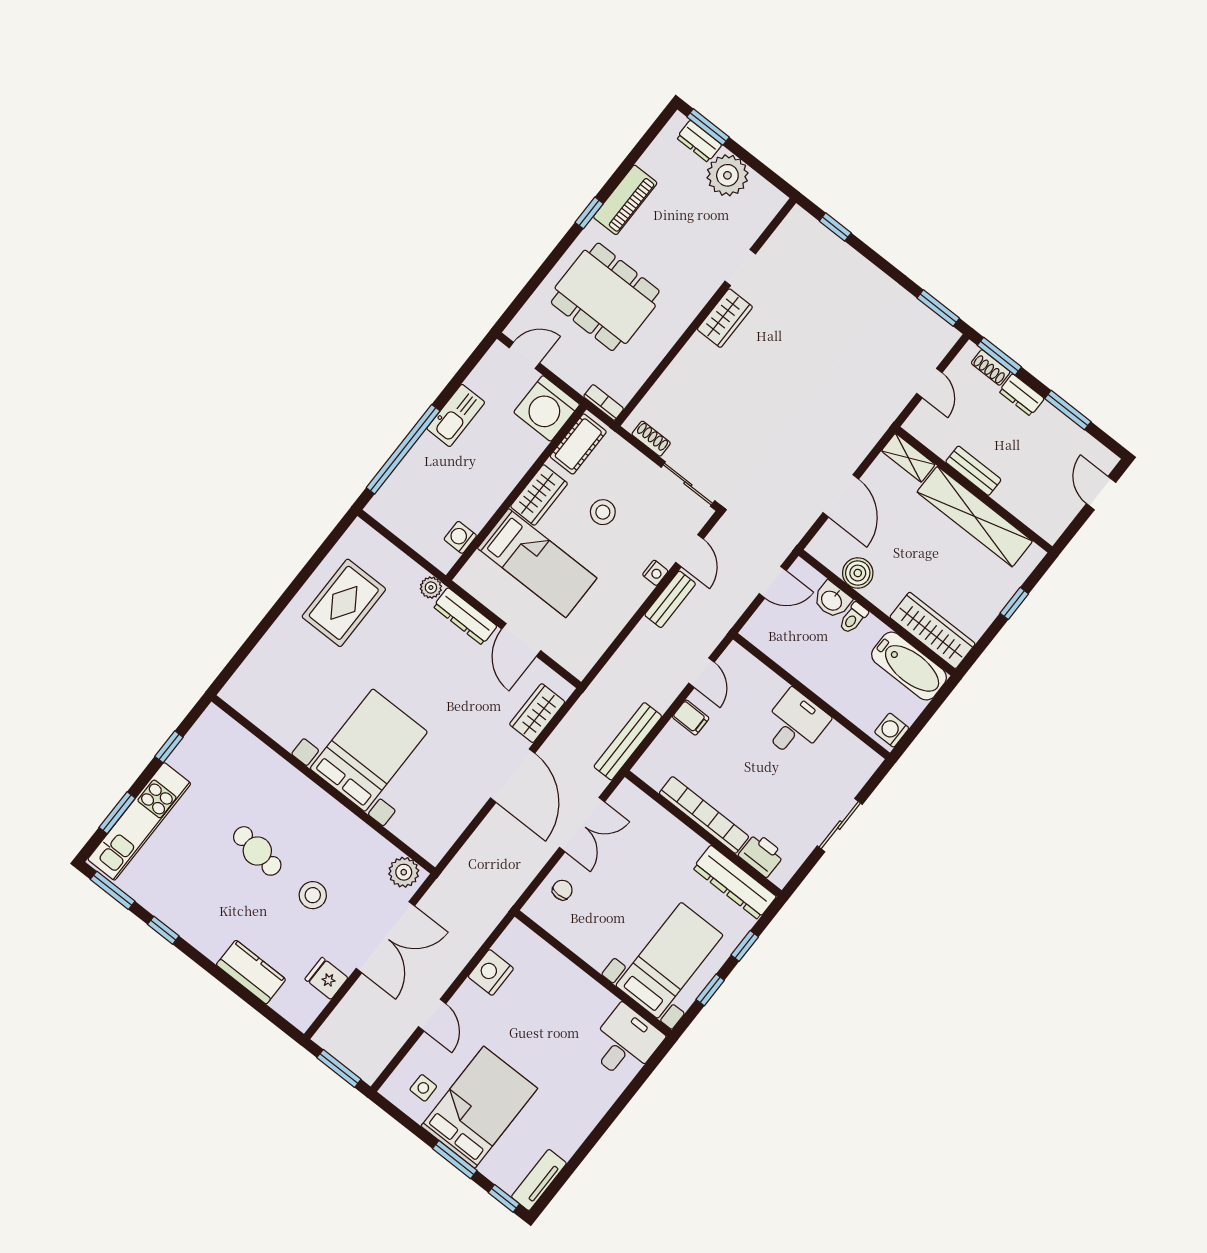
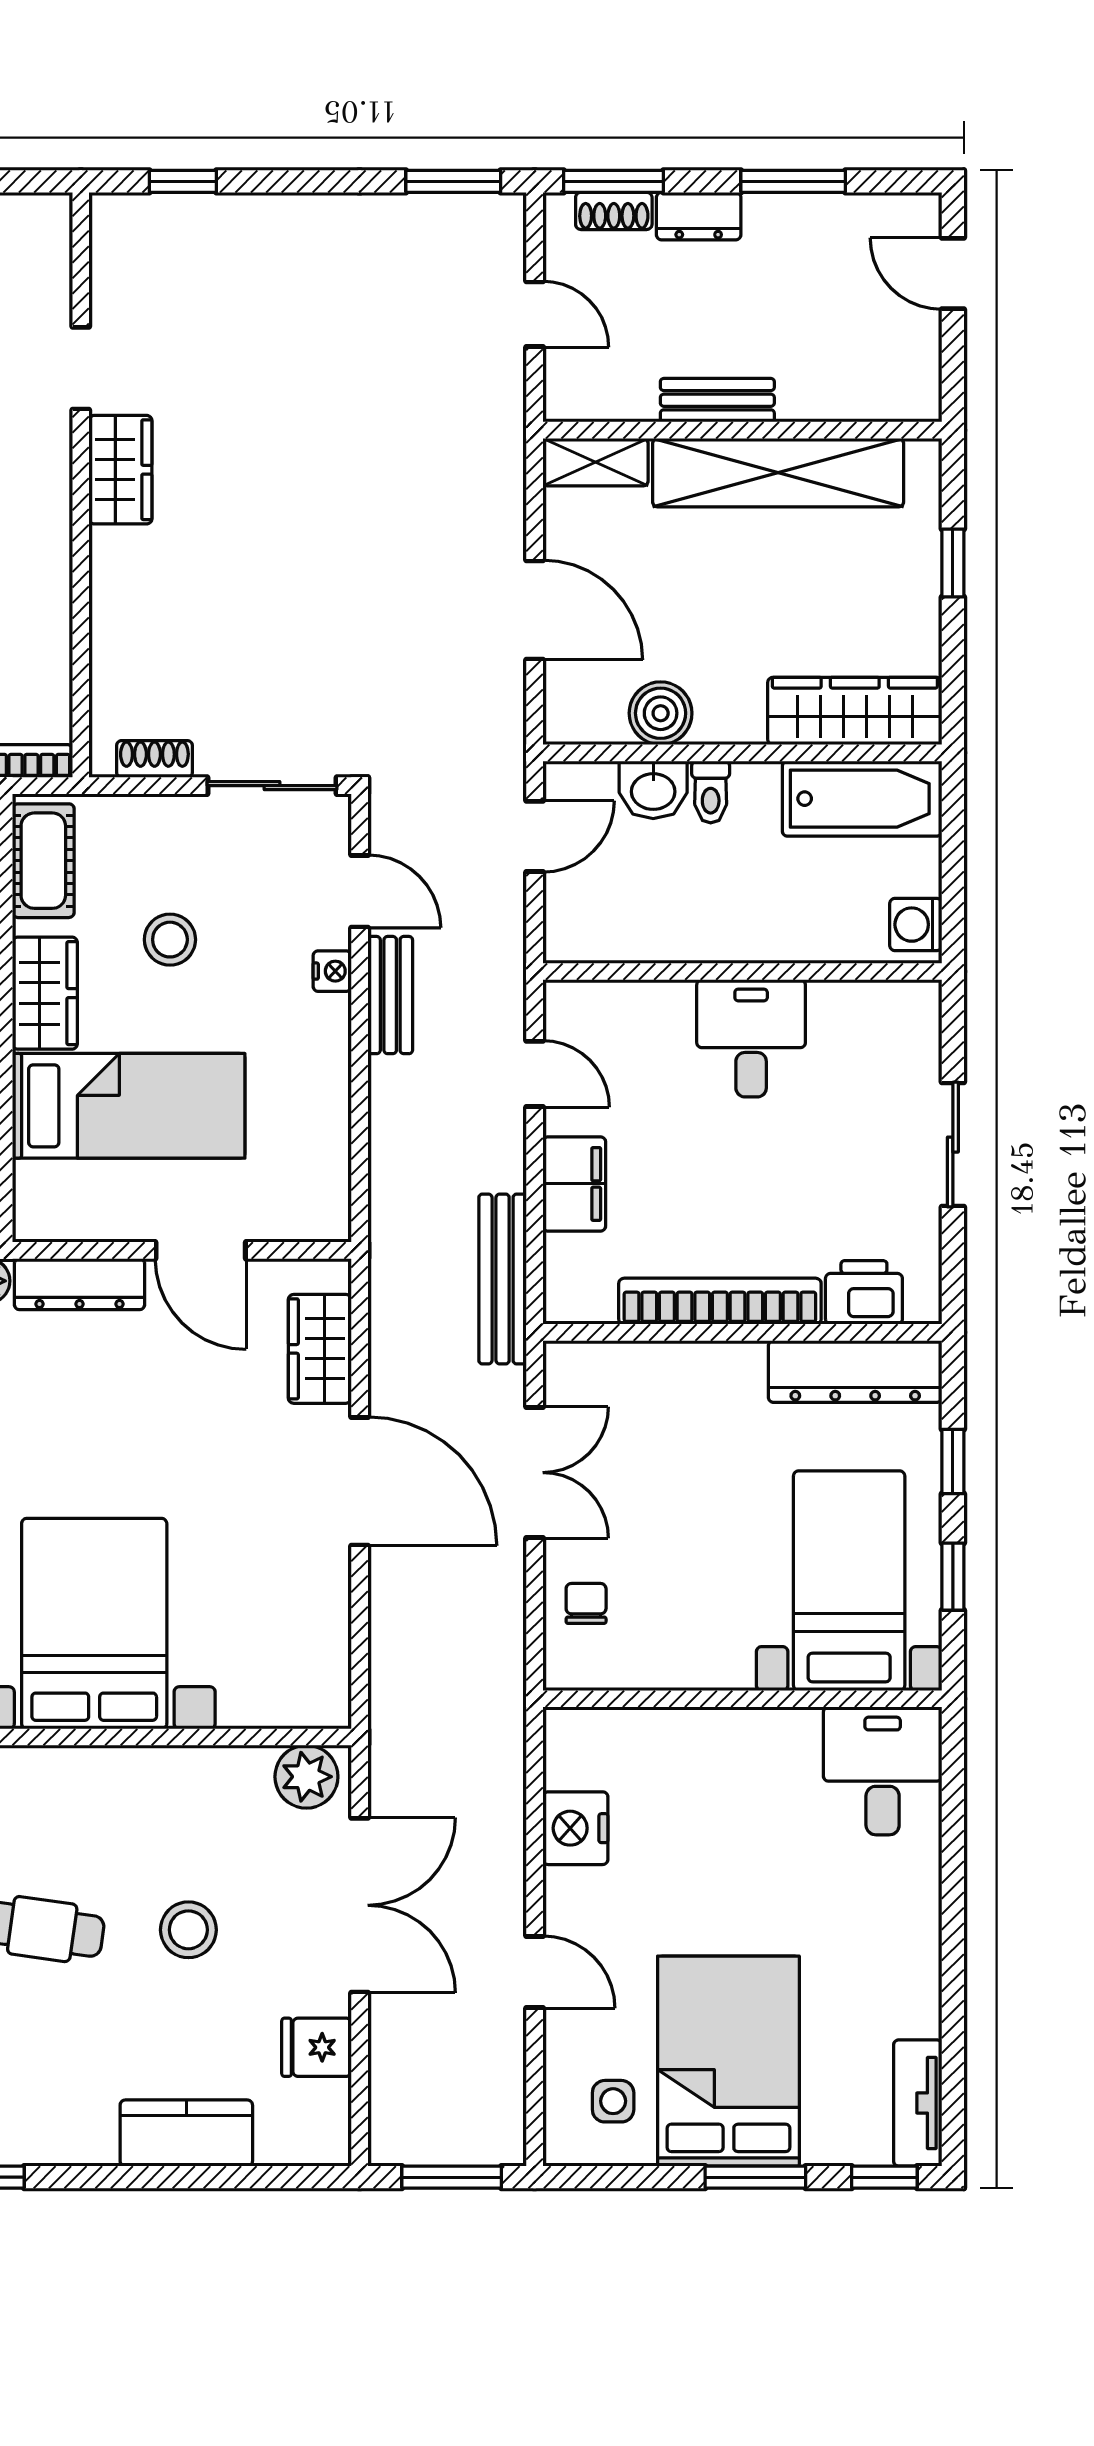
filing cabinet: (691, 718) -> (574, 1184), width x2.00

